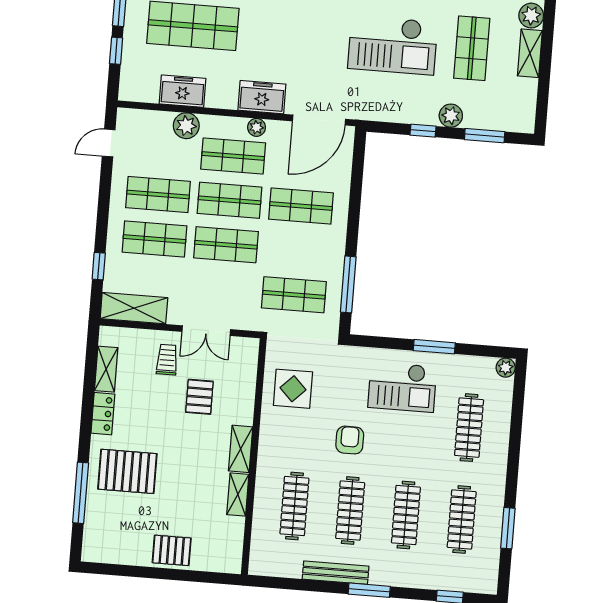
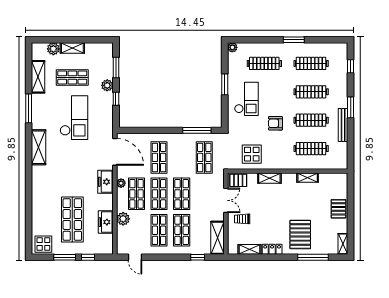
pallet: (199, 397) -> (238, 180), moved
shelving: (241, 449) -> (269, 178), moved
window: (508, 528) -> (294, 40), moved
shelving: (102, 554) -> (343, 244), added

